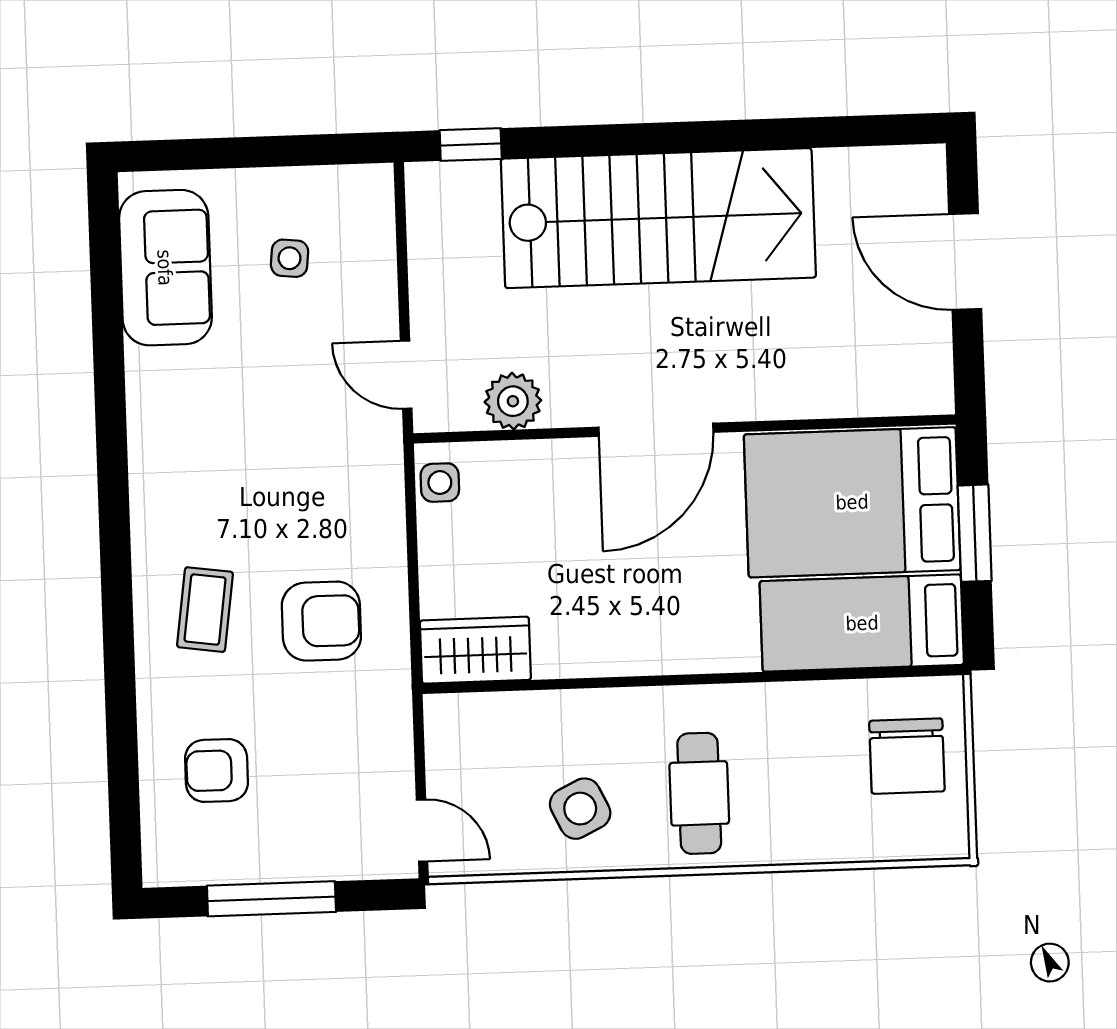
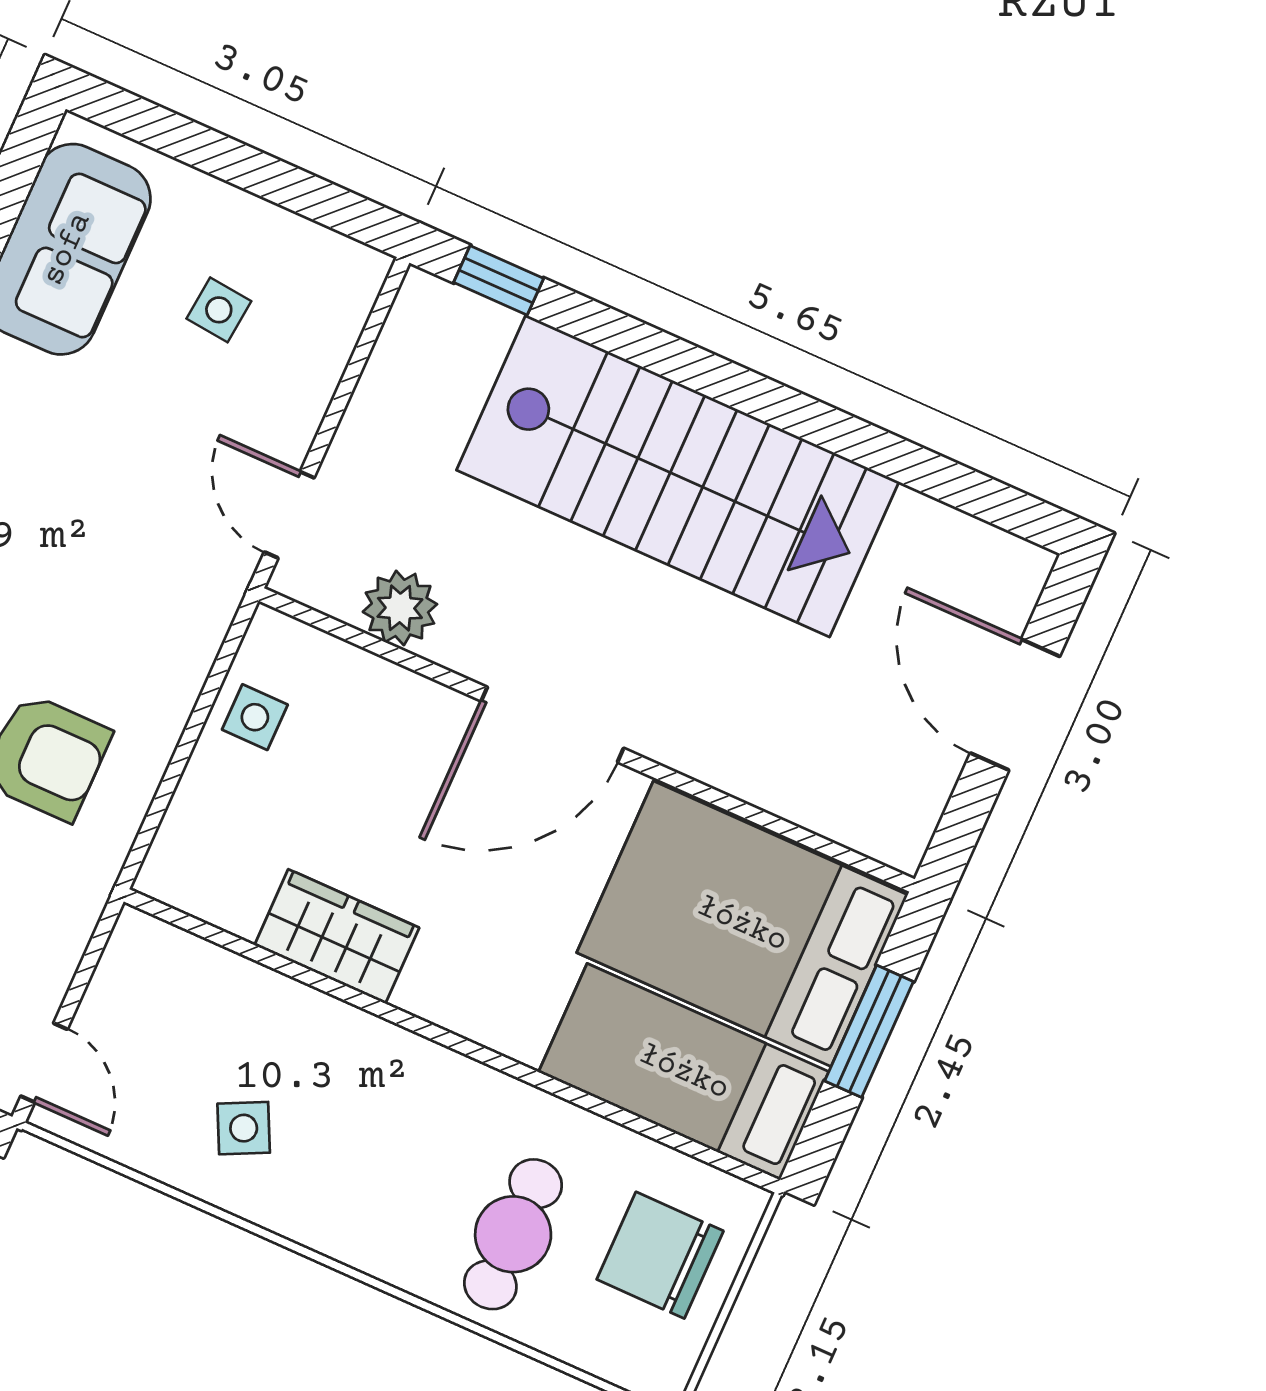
side table: (440, 483) -> (255, 717), moved
wardrobe: (475, 650) -> (337, 936), moved
chair: (907, 756) -> (660, 1255), turned 90
cafe table: (699, 793) -> (513, 1234), moved
side table: (580, 809) -> (244, 1128), width x0.73, depth x0.73

